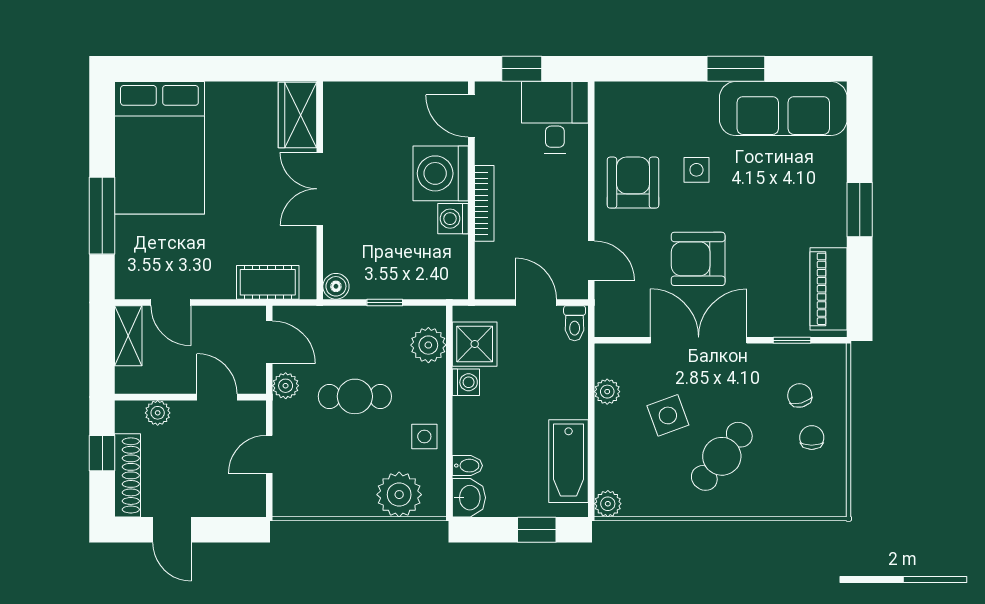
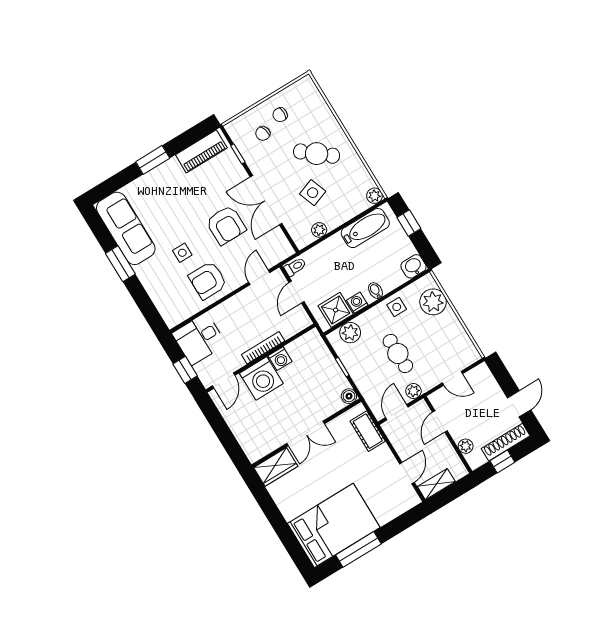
window: (102, 216) -> (358, 549), moved
bidet: (467, 466) -> (376, 291), moved

